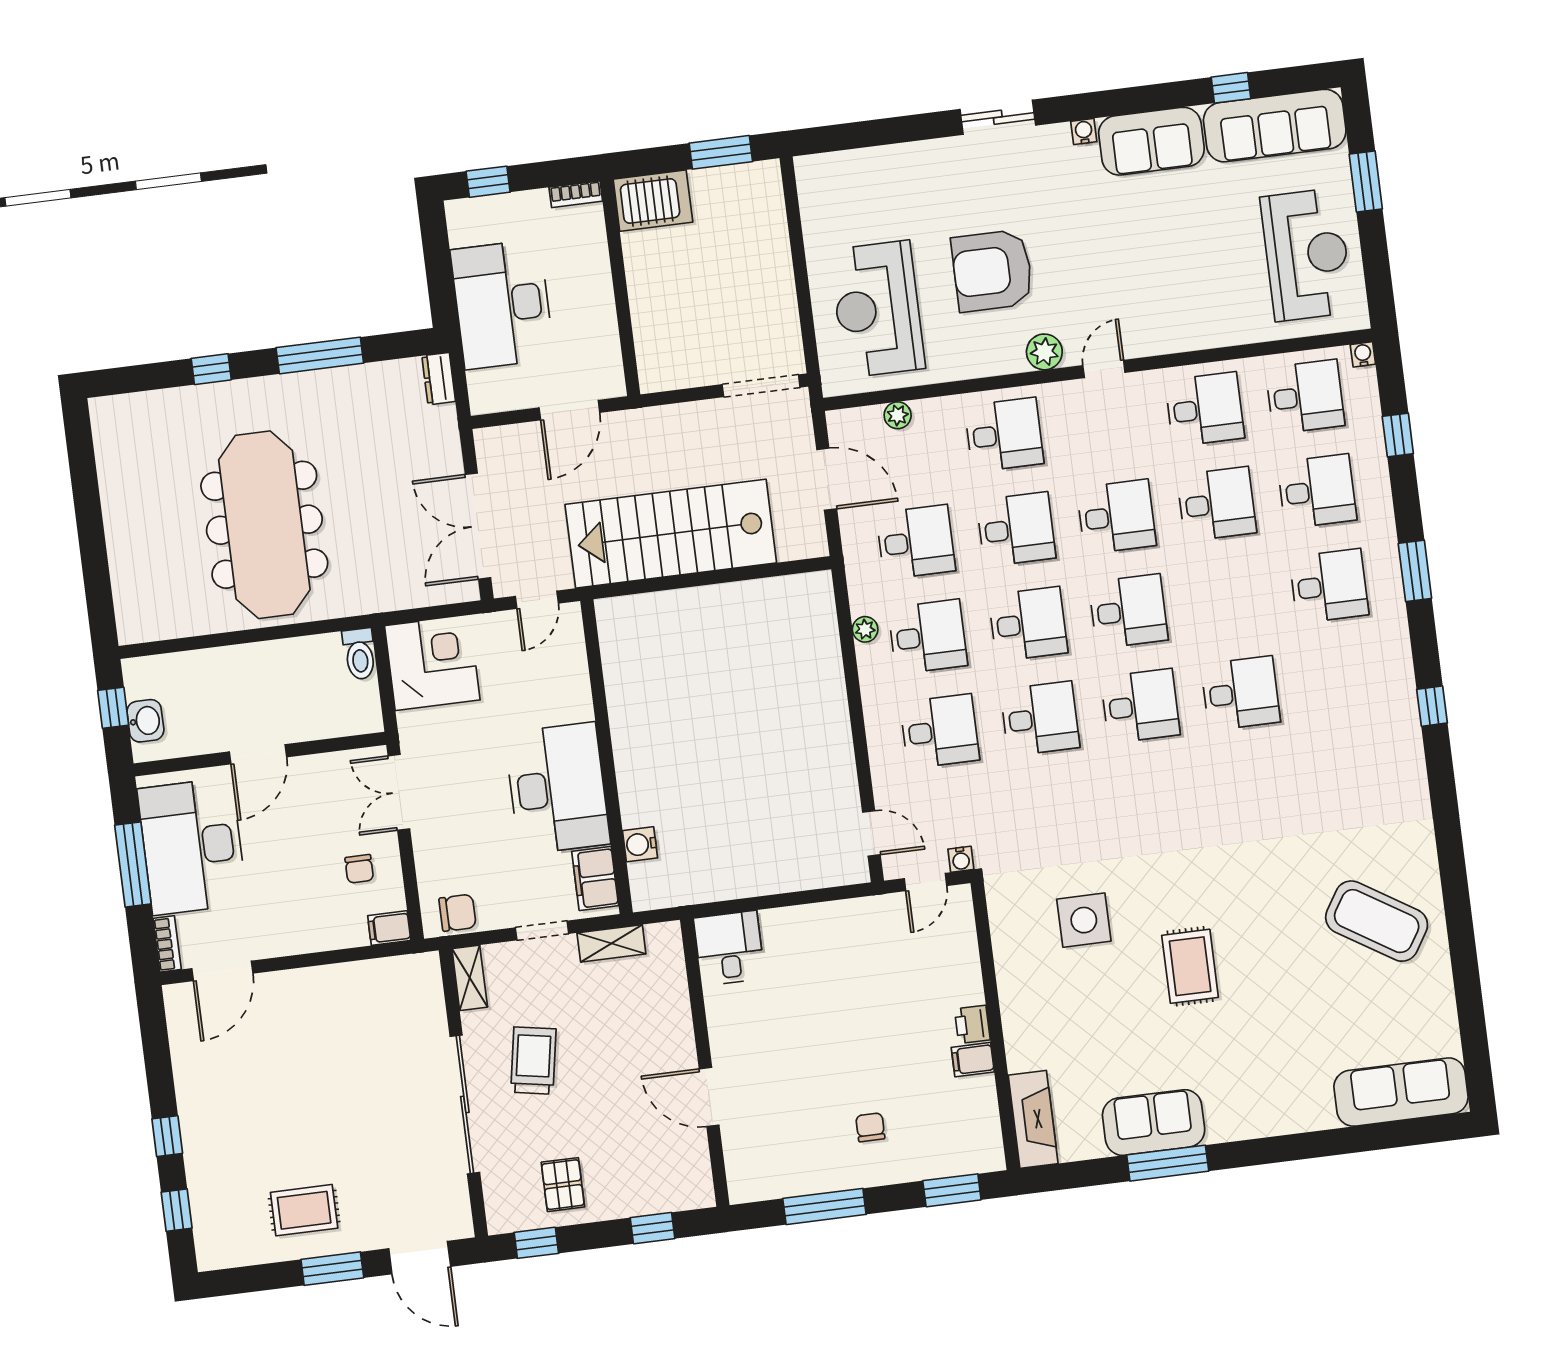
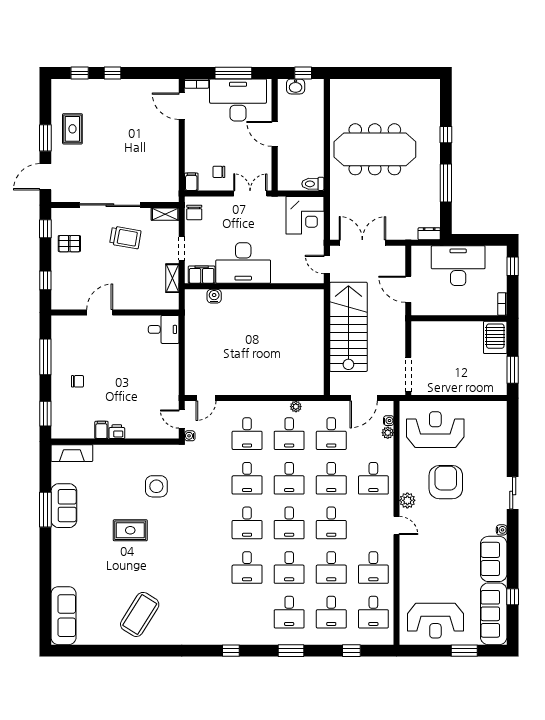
water cooler: (1363, 354) -> (389, 421), moved
desk: (1229, 599) -> (289, 568), added

